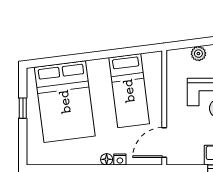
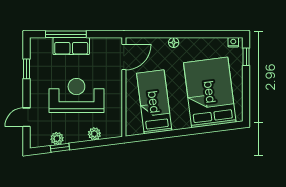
window: (23, 108) -> (246, 57), moved
nightstand: (120, 160) -> (233, 42), moved

